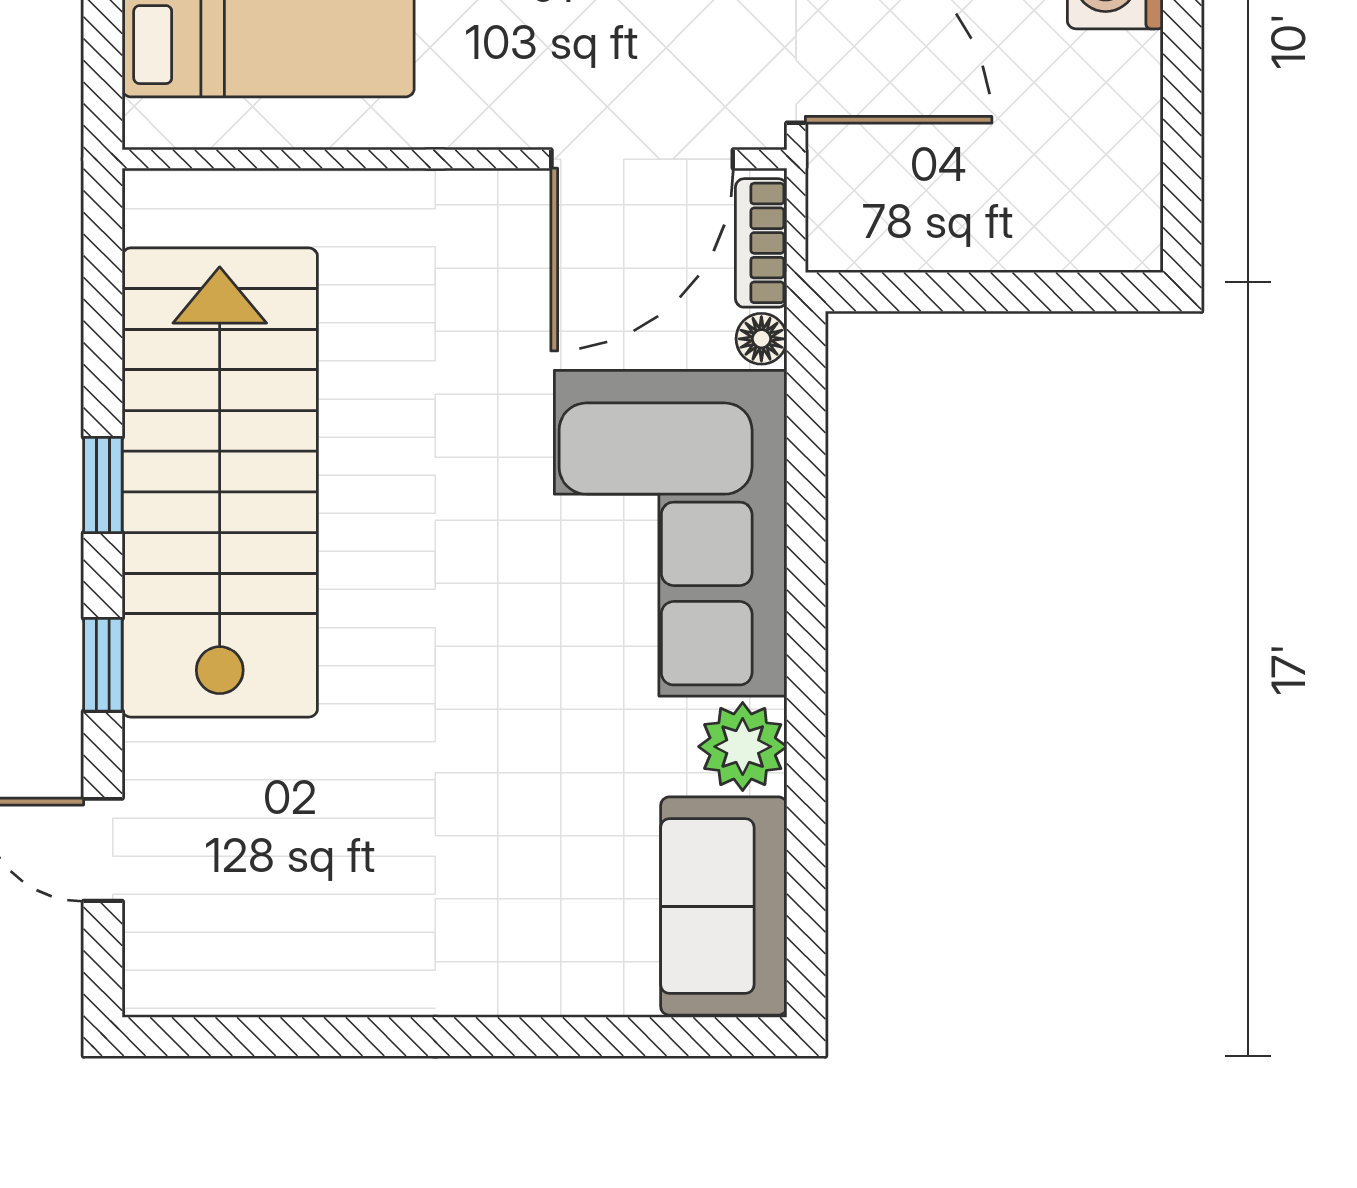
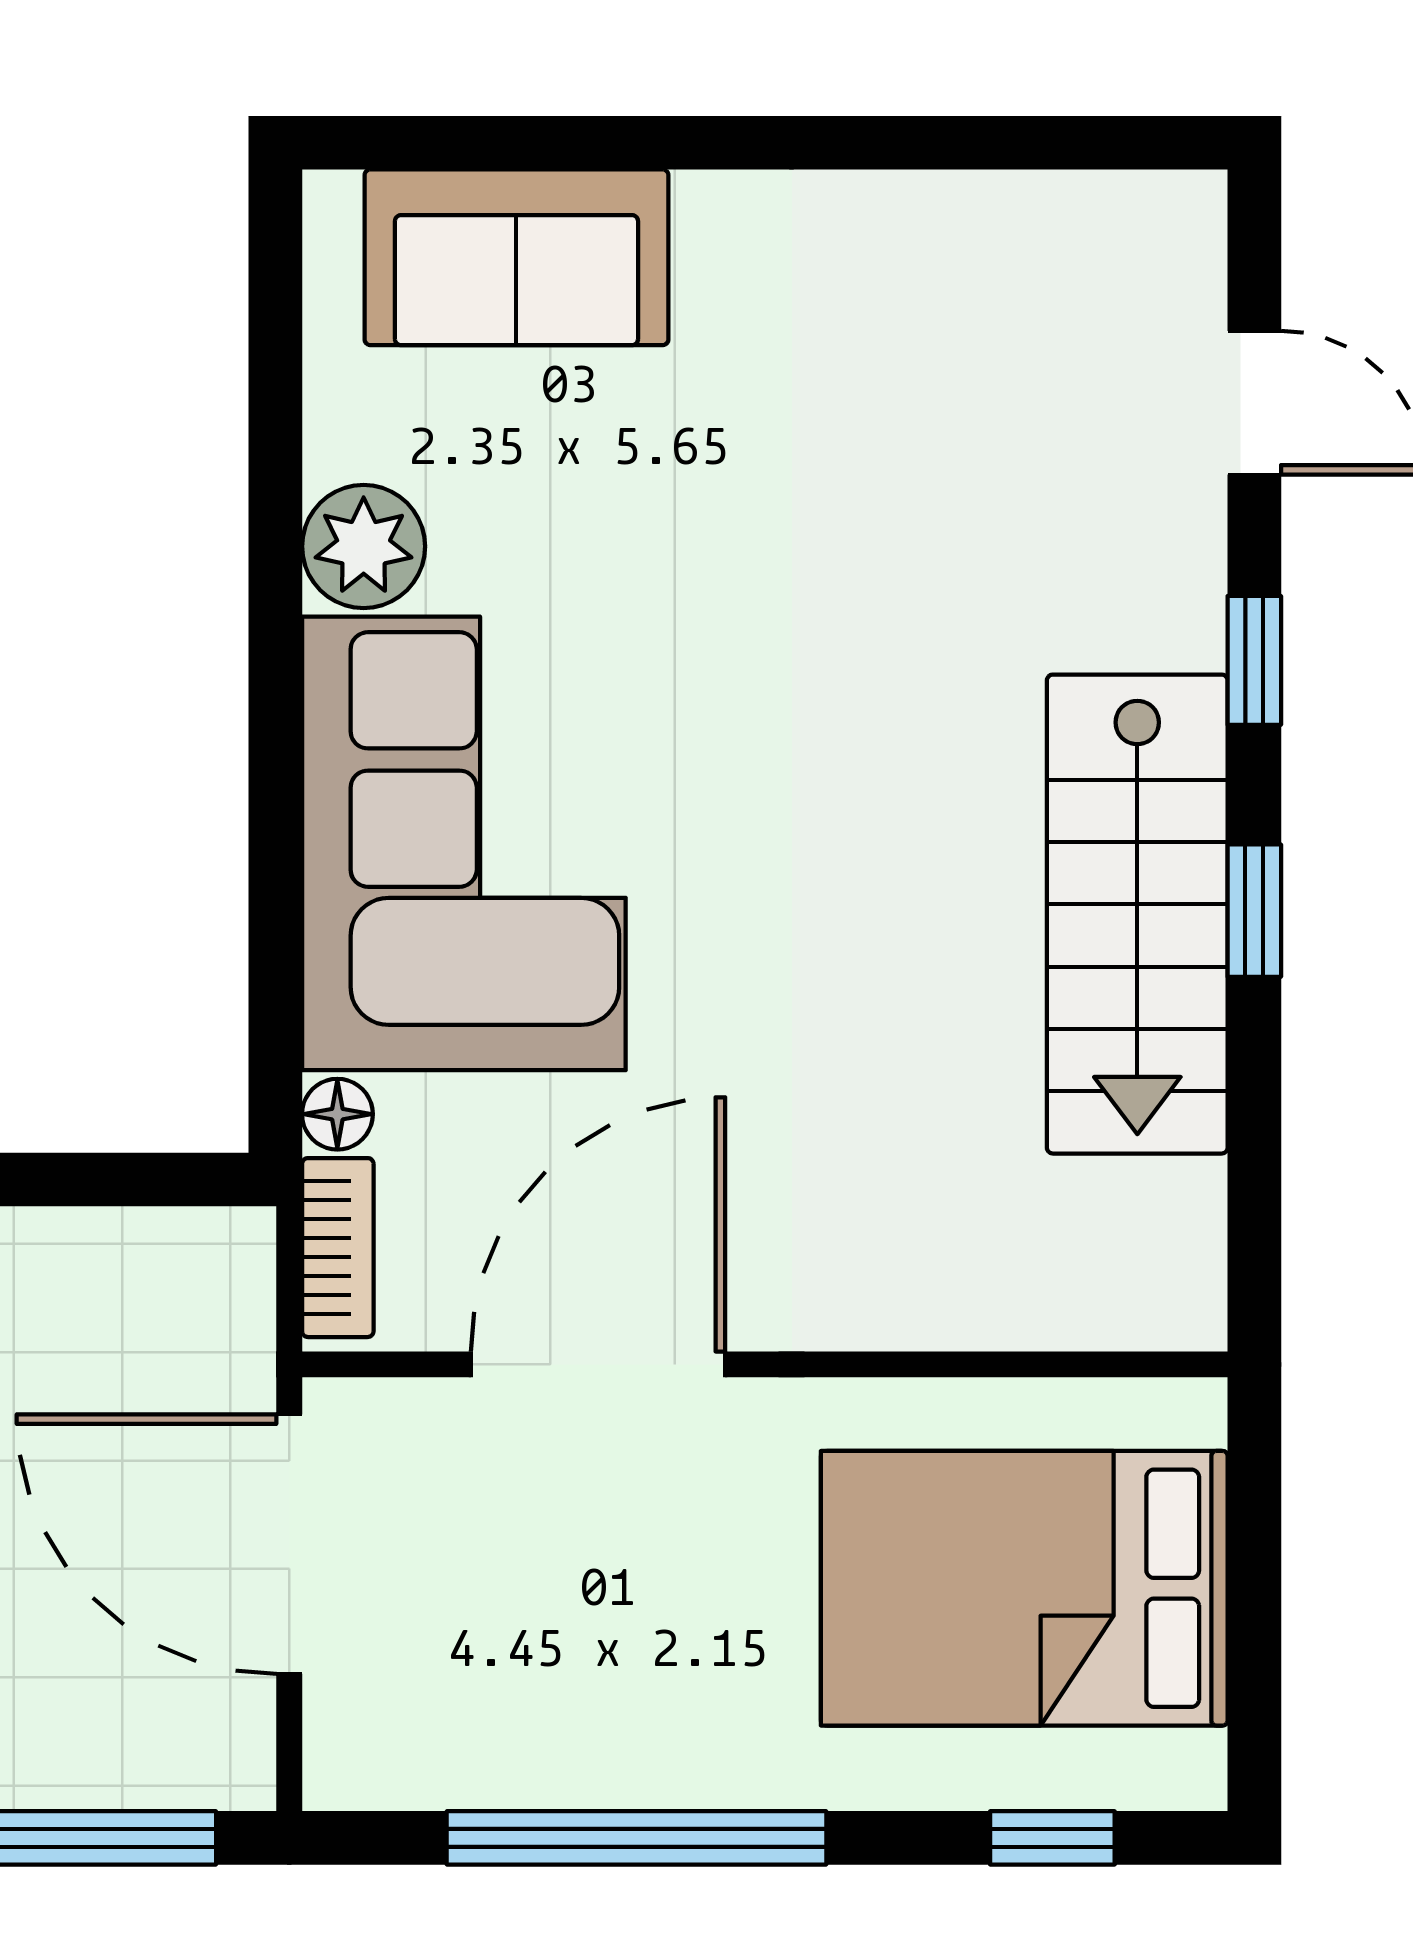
door: (642, 159) -> (598, 1364), moved
stairs: (220, 483) -> (1137, 914), width x0.73, depth x0.66
sofa: (724, 906) -> (516, 257), moved, turned 90

